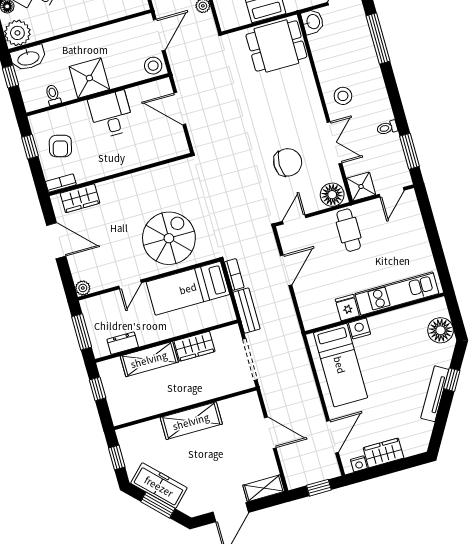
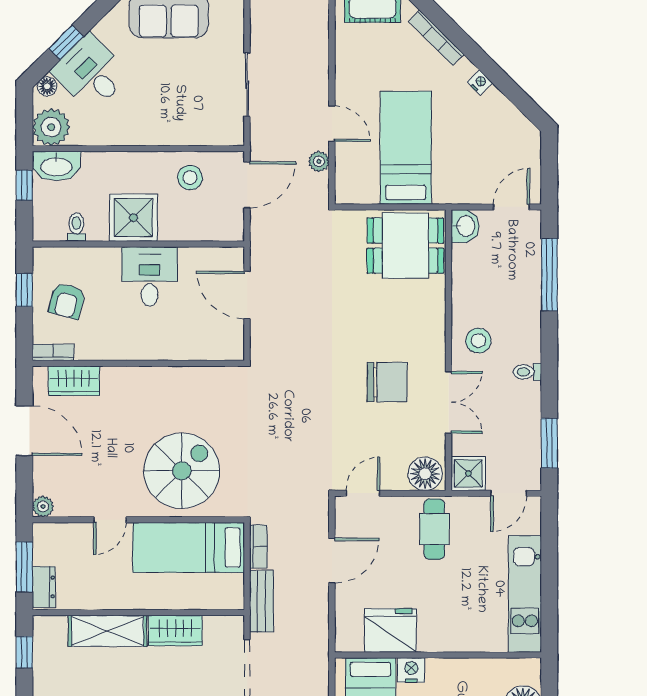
stool: (153, 66) -> (190, 178), moved
toilet: (387, 128) -> (527, 372), moved
chair: (288, 162) -> (387, 382), moved
kitchen unit: (397, 294) -> (525, 594), moved, turned -90
fridge: (347, 307) -> (390, 630), width x1.88, depth x1.34
dresser: (123, 343) -> (44, 587), moved, turned 90

